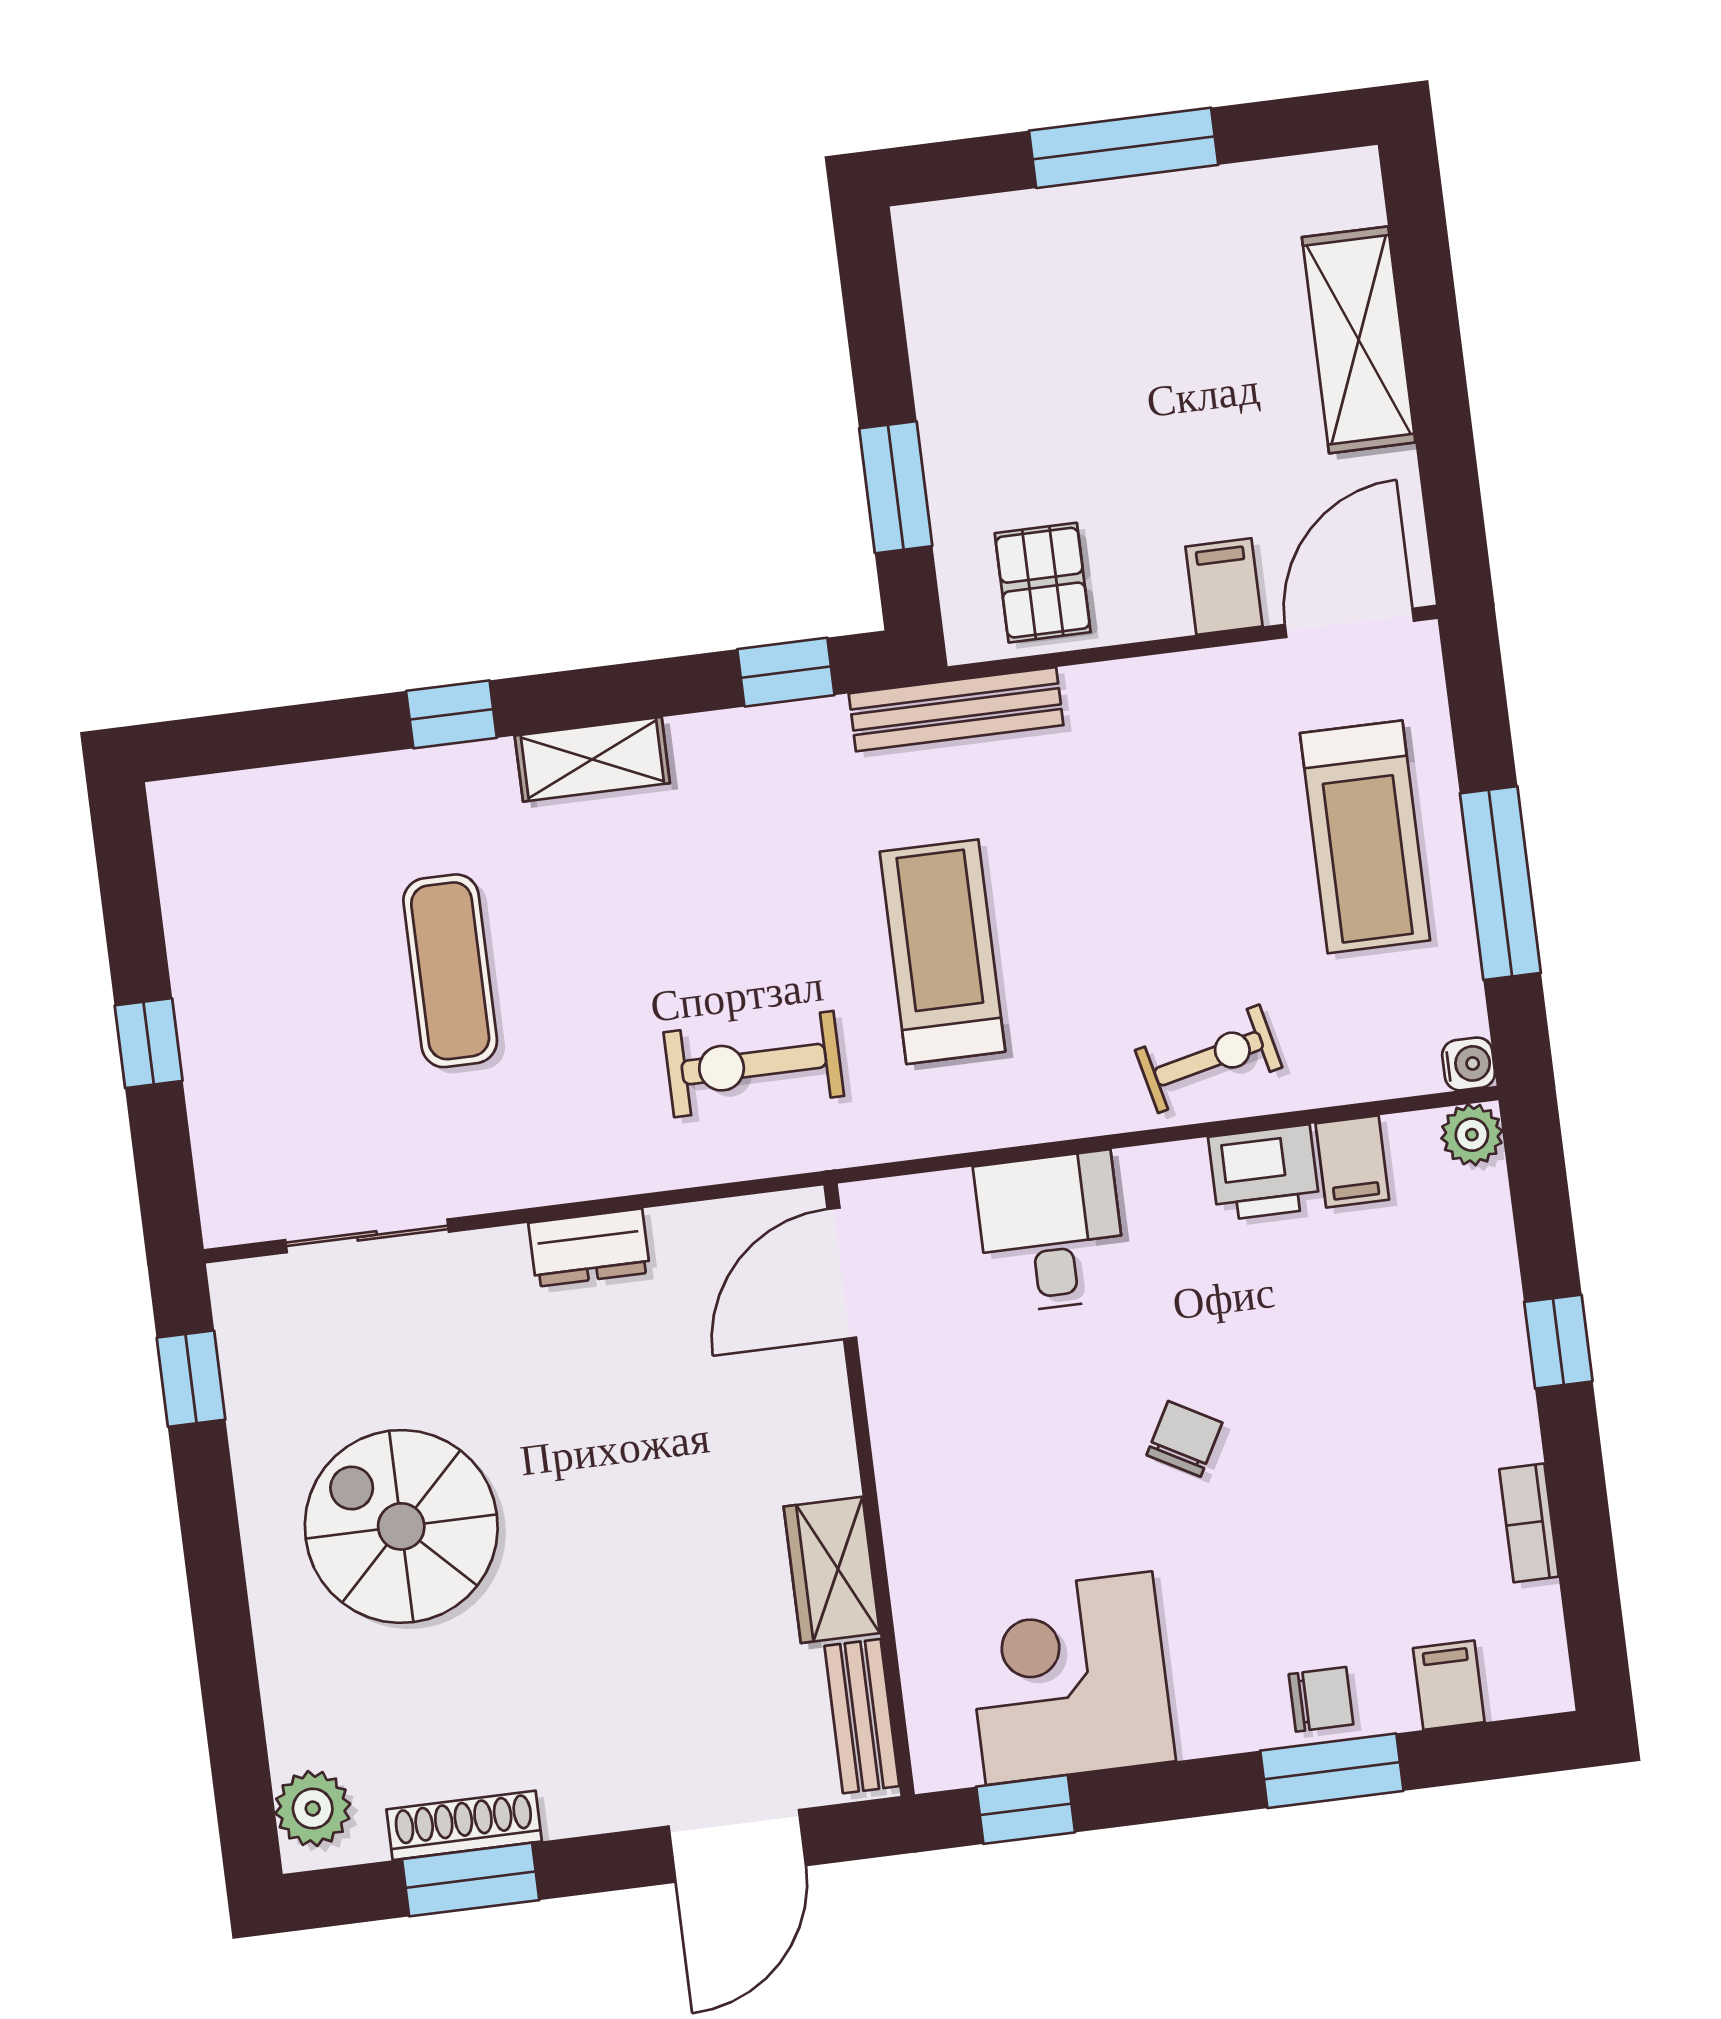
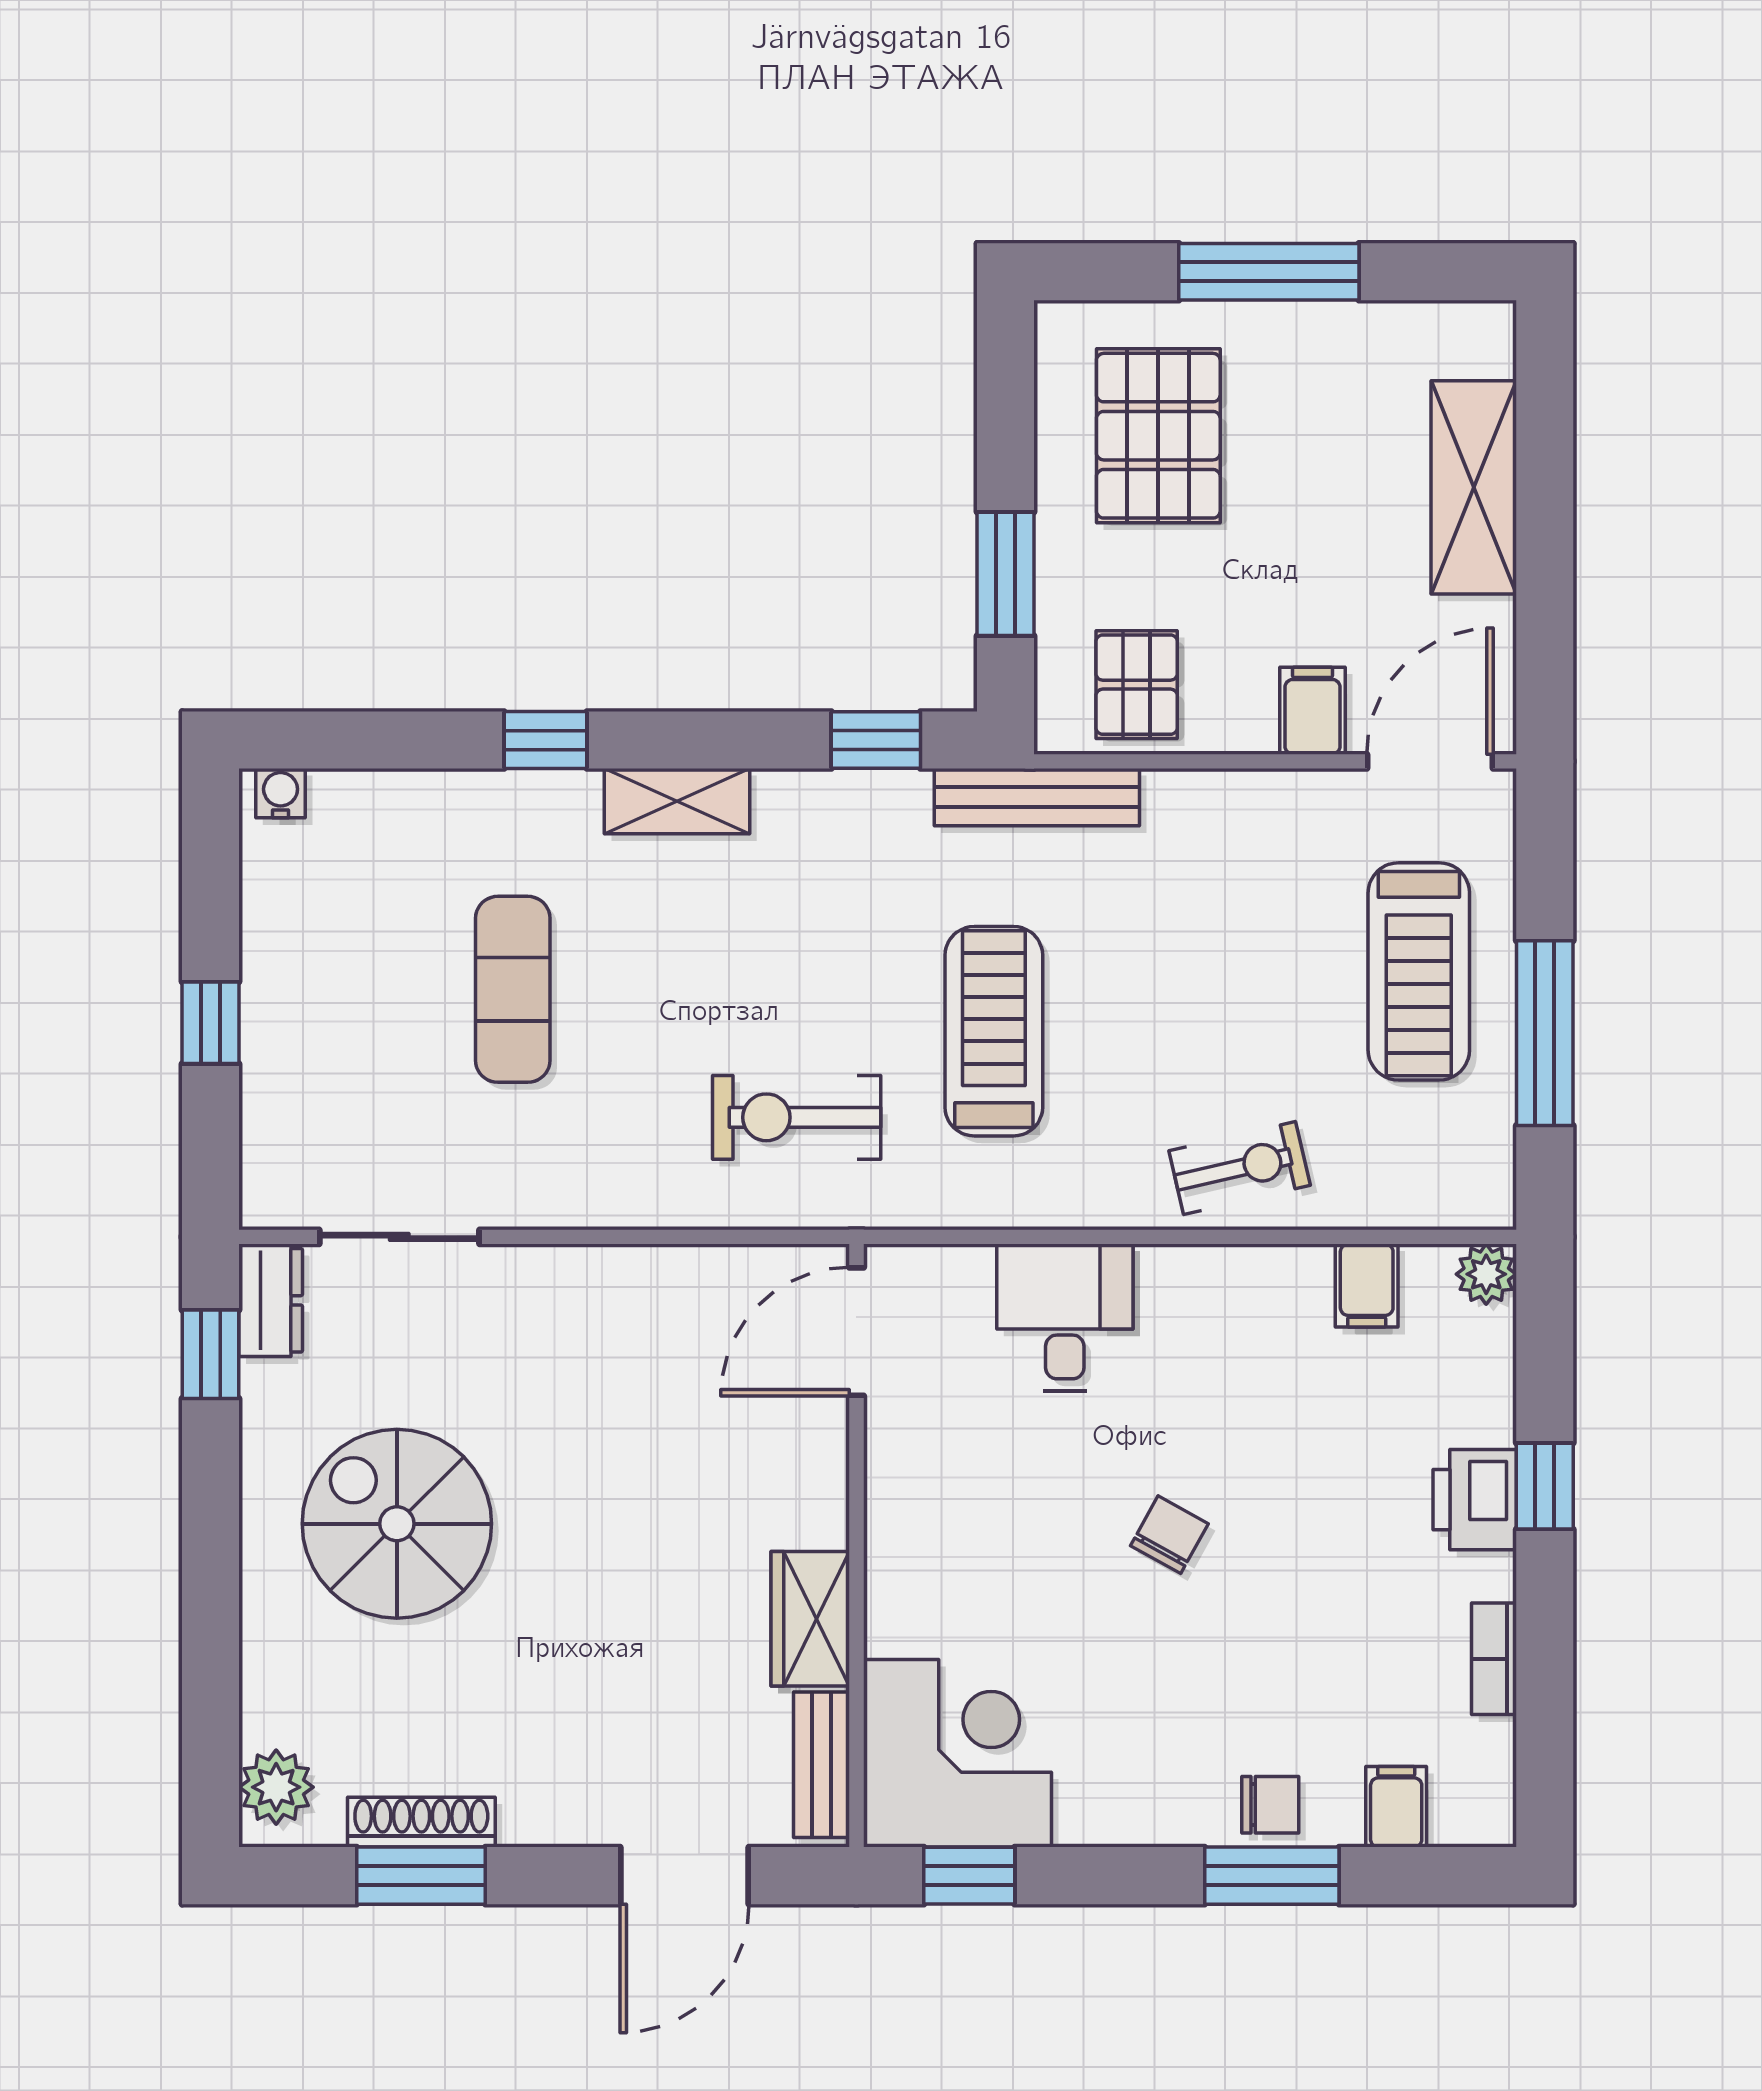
pallet: (1033, 328) -> (1158, 436), added
water cooler: (1469, 1064) -> (281, 793), moved, turned -90
printer: (1264, 1173) -> (1475, 1500), moved, turned 90
dresser: (589, 1248) -> (271, 1300), moved, turned -90
corner desk: (1069, 1678) -> (957, 1753), moved, turned 90

